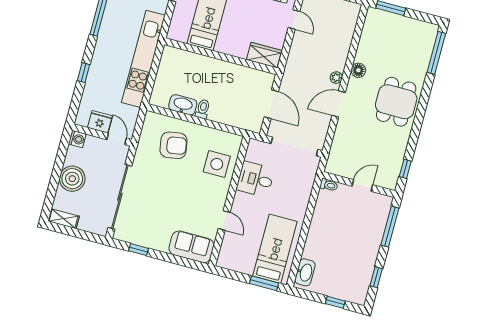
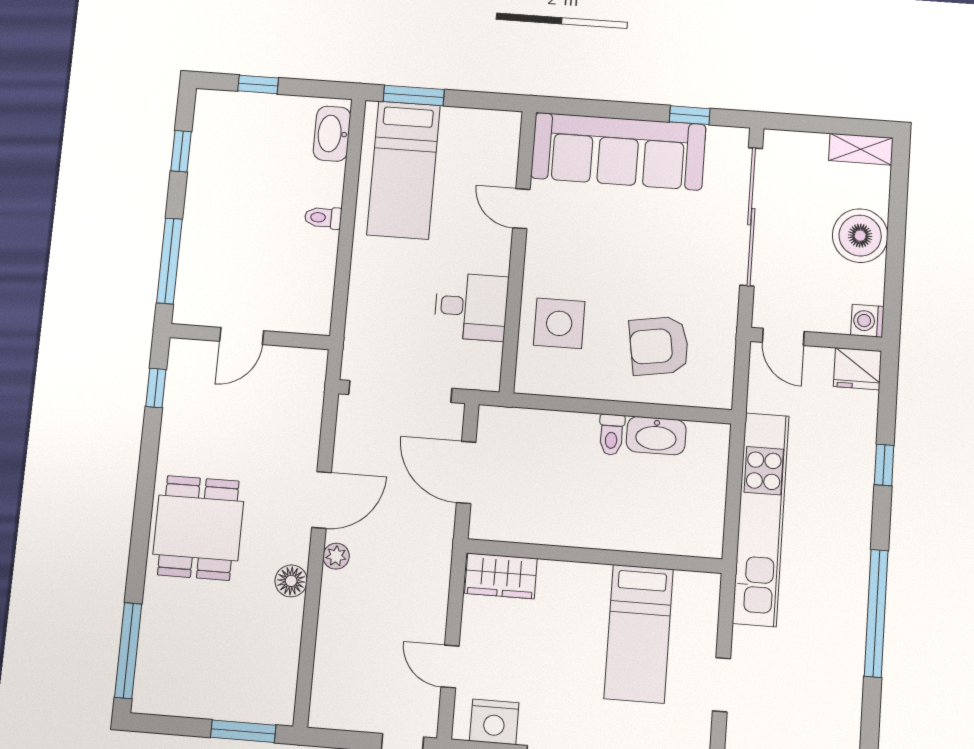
fridge: (100, 122) -> (858, 369), moved
toilet: (329, 185) -> (323, 218), moved
sofa: (191, 247) -> (618, 151), width x1.85, depth x1.27

